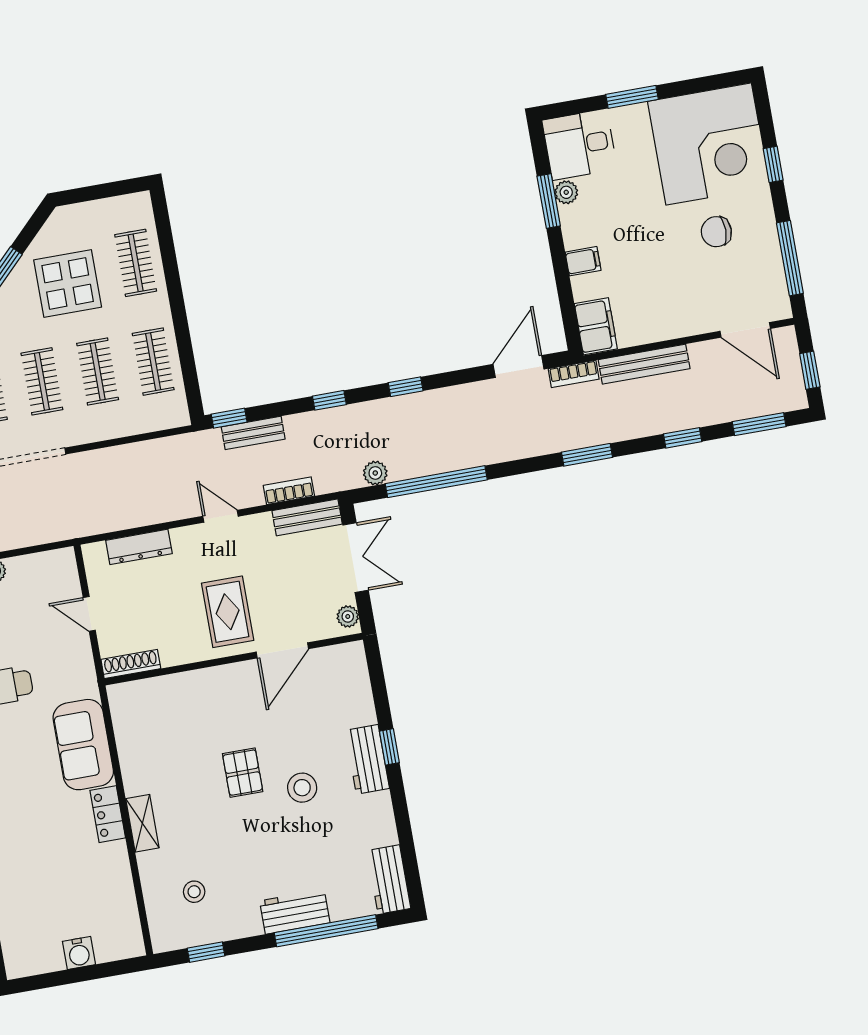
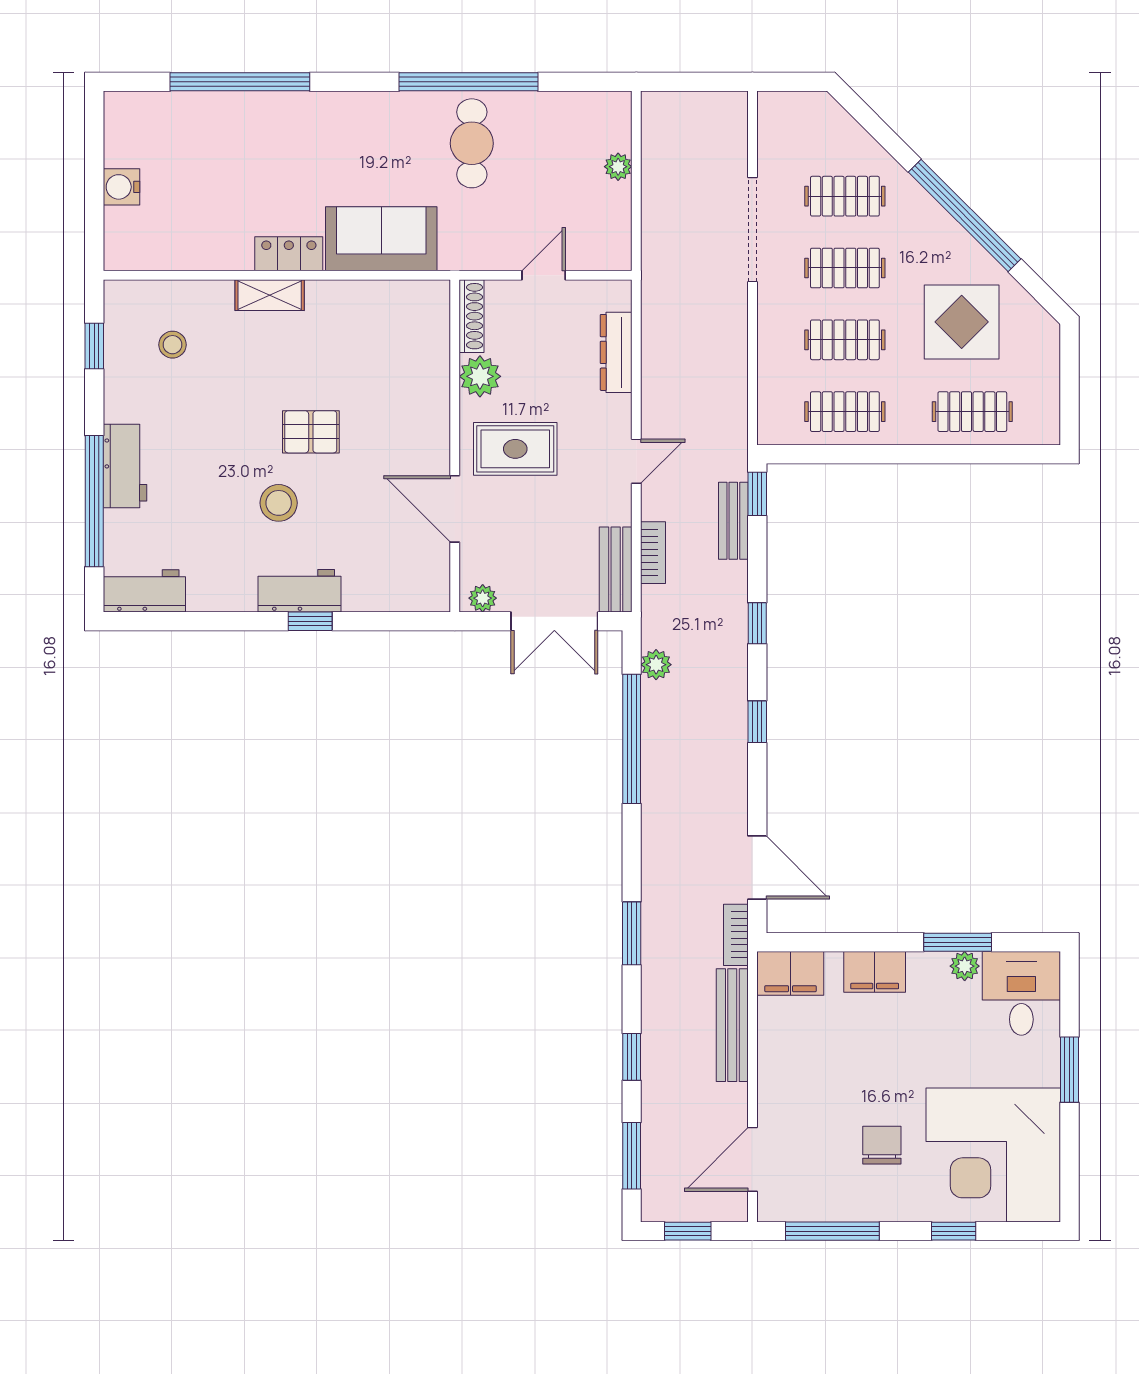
filing cabinet: (583, 261) -> (875, 972), width x2.00
plant: (176, 649) -> (480, 376), added

